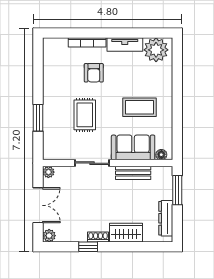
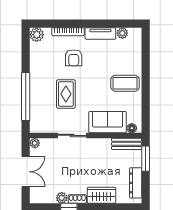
plant: (51, 46) -> (37, 35), added
plant: (156, 50) -> (122, 33), width x0.53, depth x0.53
coffee table: (139, 107) -> (125, 83), moved
window: (38, 118) -> (26, 96), width x2.11
bench: (133, 173) -> (127, 144), moved
plant: (49, 236) -> (62, 198), moved

